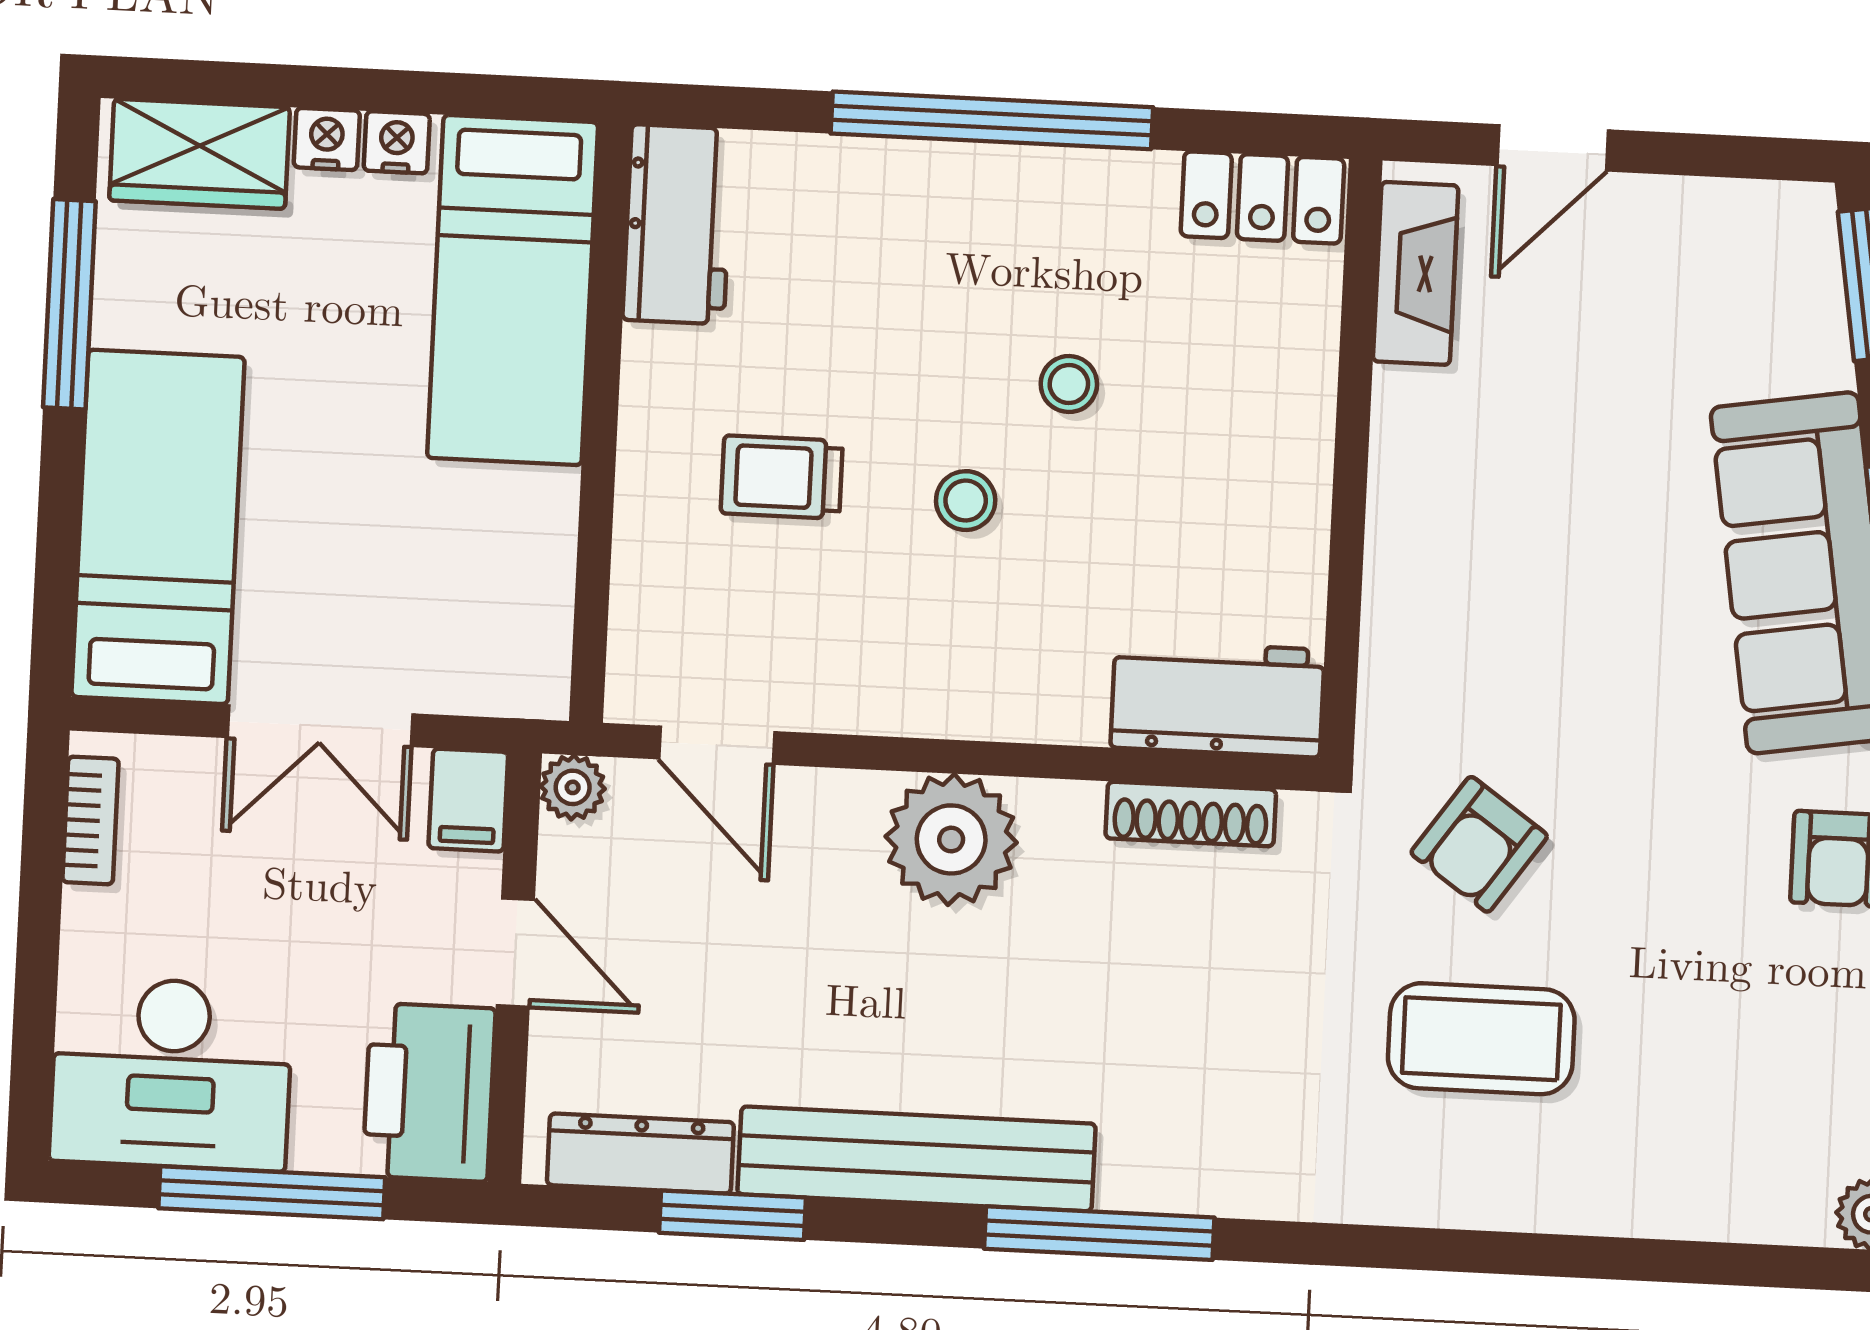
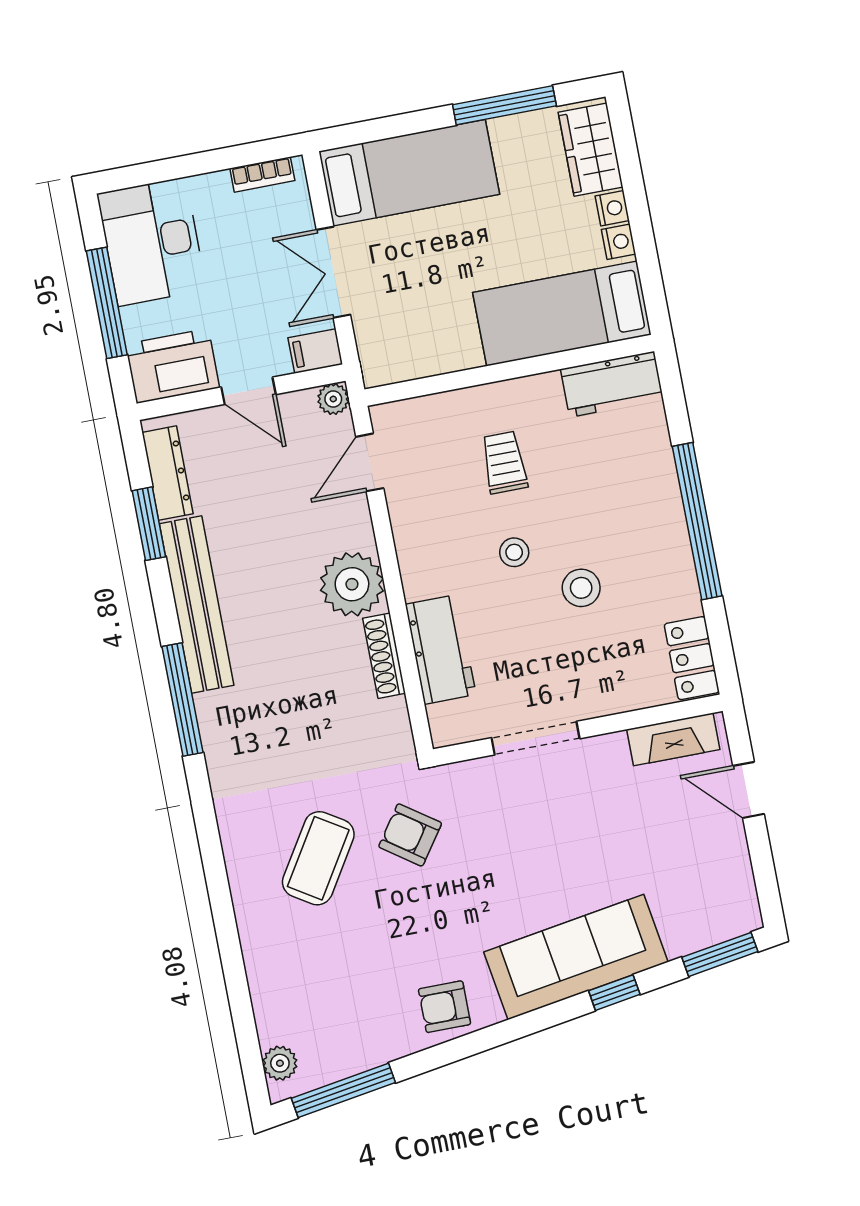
stool: (1069, 384) -> (581, 588), width x1.37, depth x1.37
doorway: (1347, 548) -> (536, 738), added
workbench: (1218, 699) -> (441, 649), moved
shoe rack: (1191, 814) -> (384, 656), moved
door: (515, 952) -> (249, 391), hinge flipped
coffee table: (1481, 1039) -> (318, 858), turned 32

